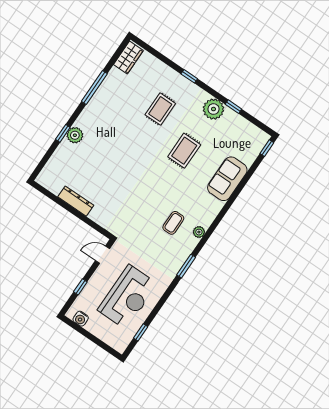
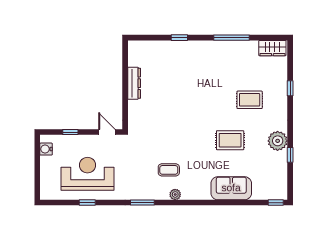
window: (189, 76) -> (290, 88), moved
plant: (75, 135) -> (184, 48), removed
reception desk: (128, 297) -> (87, 174), turned 180
window: (141, 332) -> (87, 203), moved

